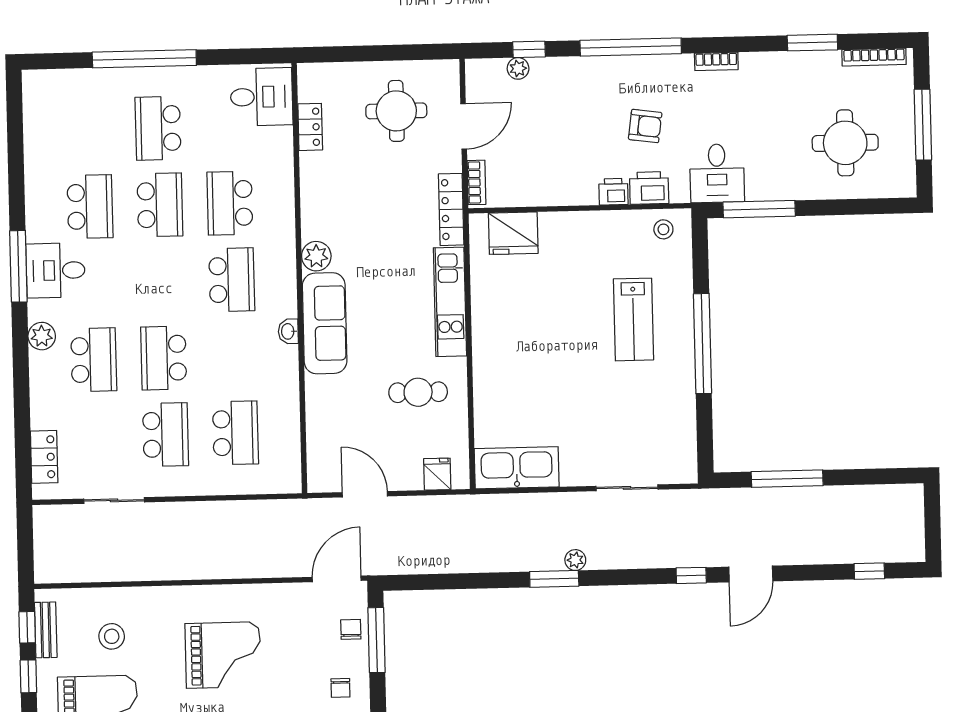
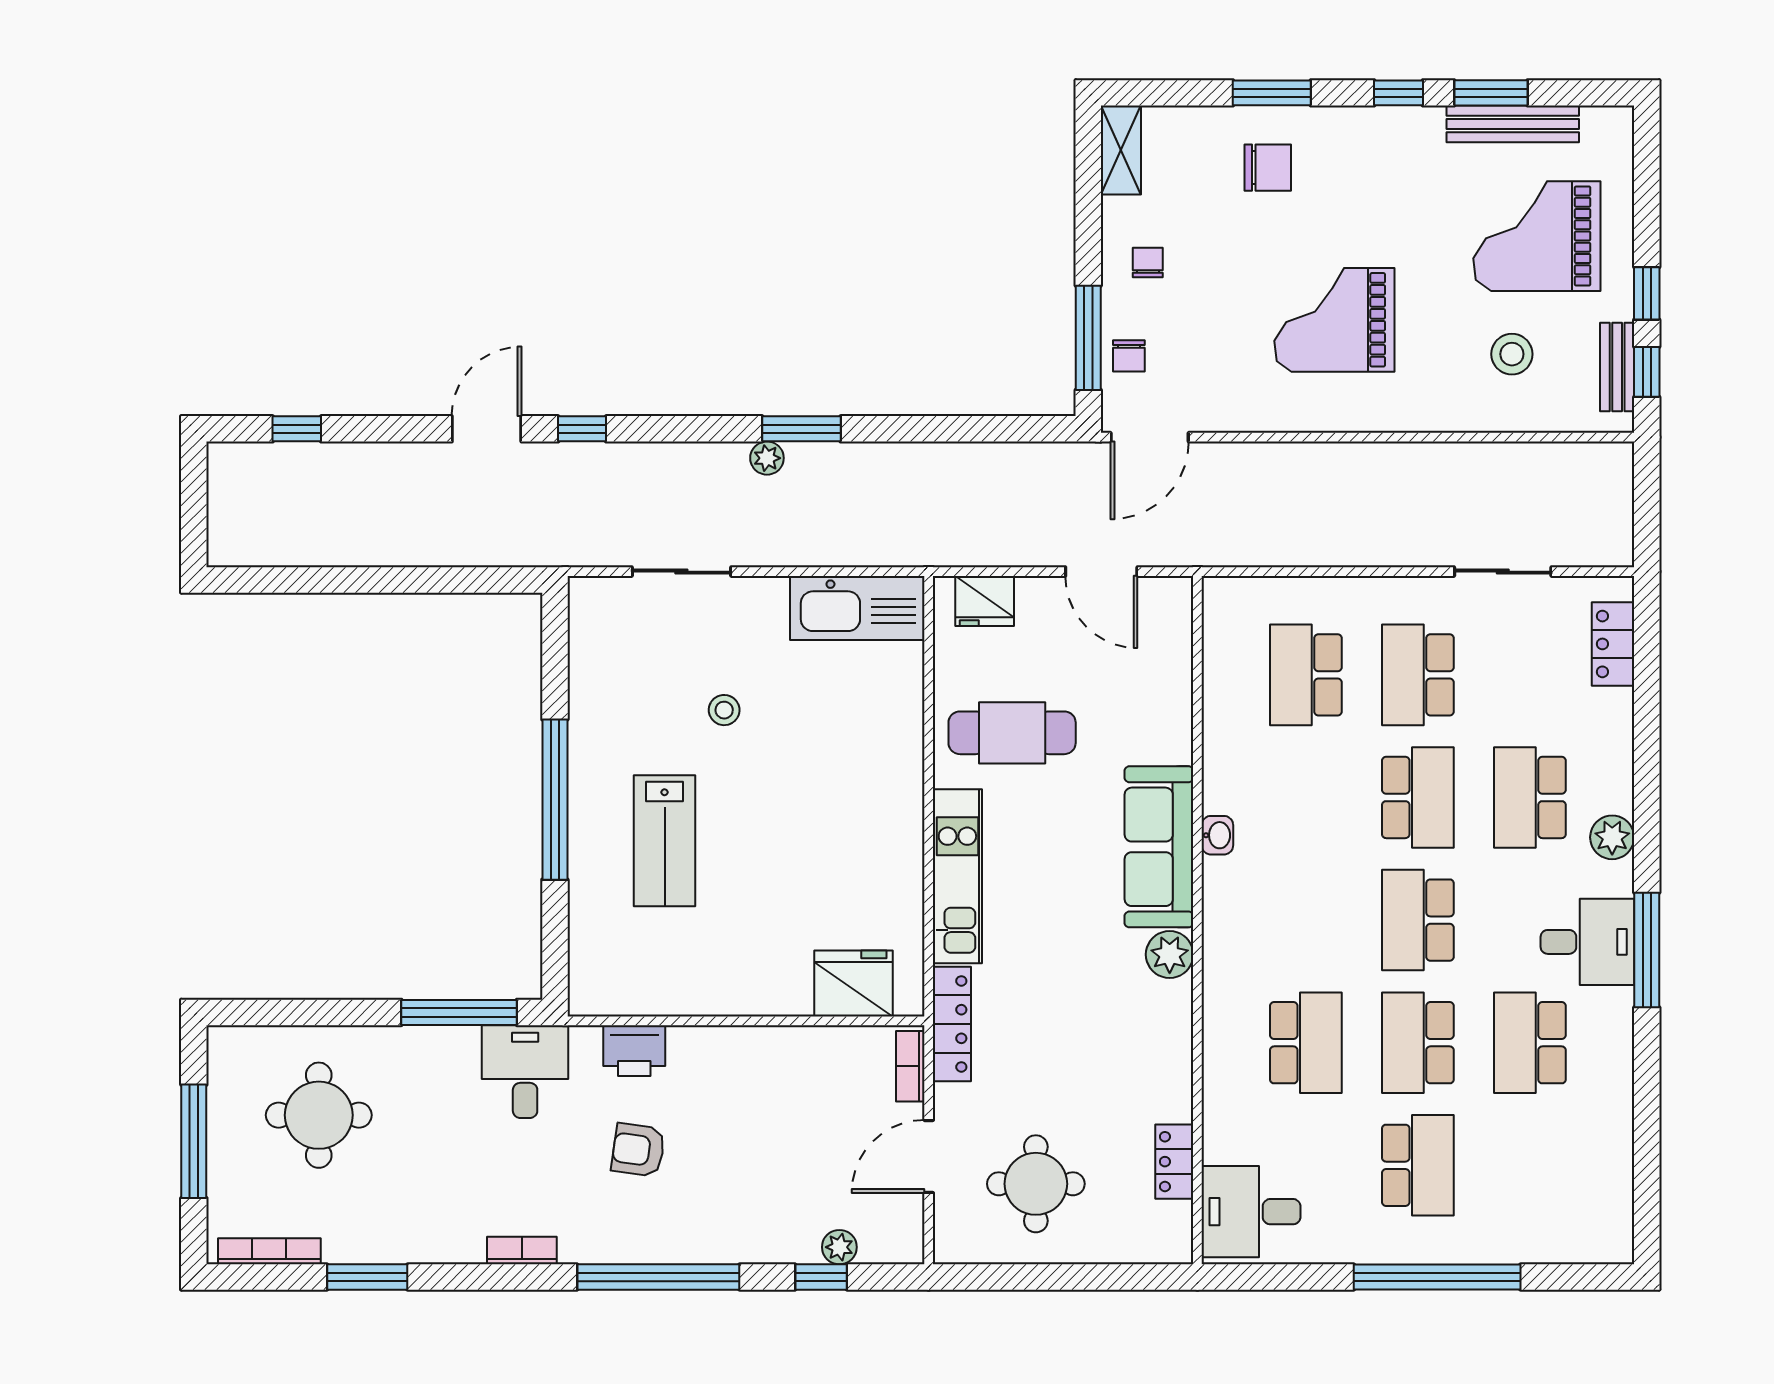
printer: (613, 192) -> (692, 1046), removed
stool: (663, 229) -> (724, 710), moved
school desk: (232, 280) -> (1418, 920), moved
lab bench: (633, 319) -> (665, 841), turned 180
cafe table: (418, 392) -> (1012, 733), width x1.37, depth x1.35
fridge: (437, 474) -> (985, 601), width x1.38
window: (787, 479) -> (425, 580), removed

